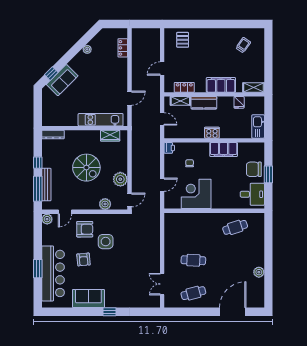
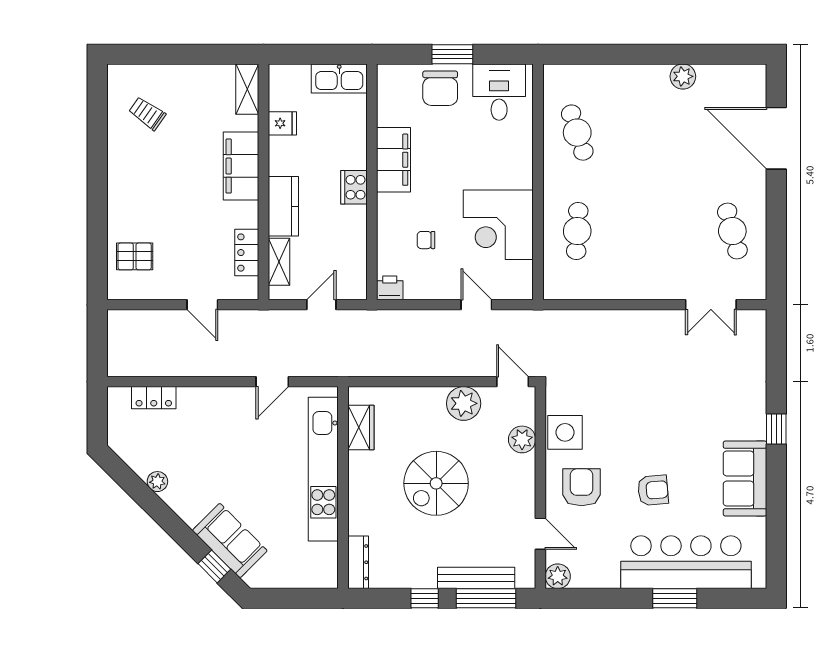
door: (130, 98) -> (272, 382), swing flipped
kitchen unit: (101, 120) -> (323, 469), width x1.36
spiral stairs: (86, 168) -> (436, 483), turned 180
side table: (106, 242) -> (565, 432), moved
cafe table: (193, 260) -> (577, 231), moved

